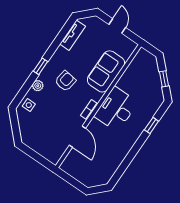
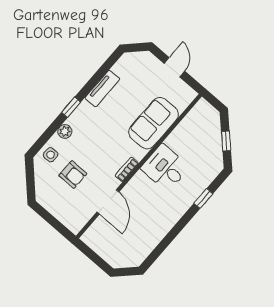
tv unit: (73, 35) -> (102, 89), moved
armchair: (65, 81) -> (73, 175), moved, turned 82
desk: (116, 109) -> (165, 168), width x0.73

